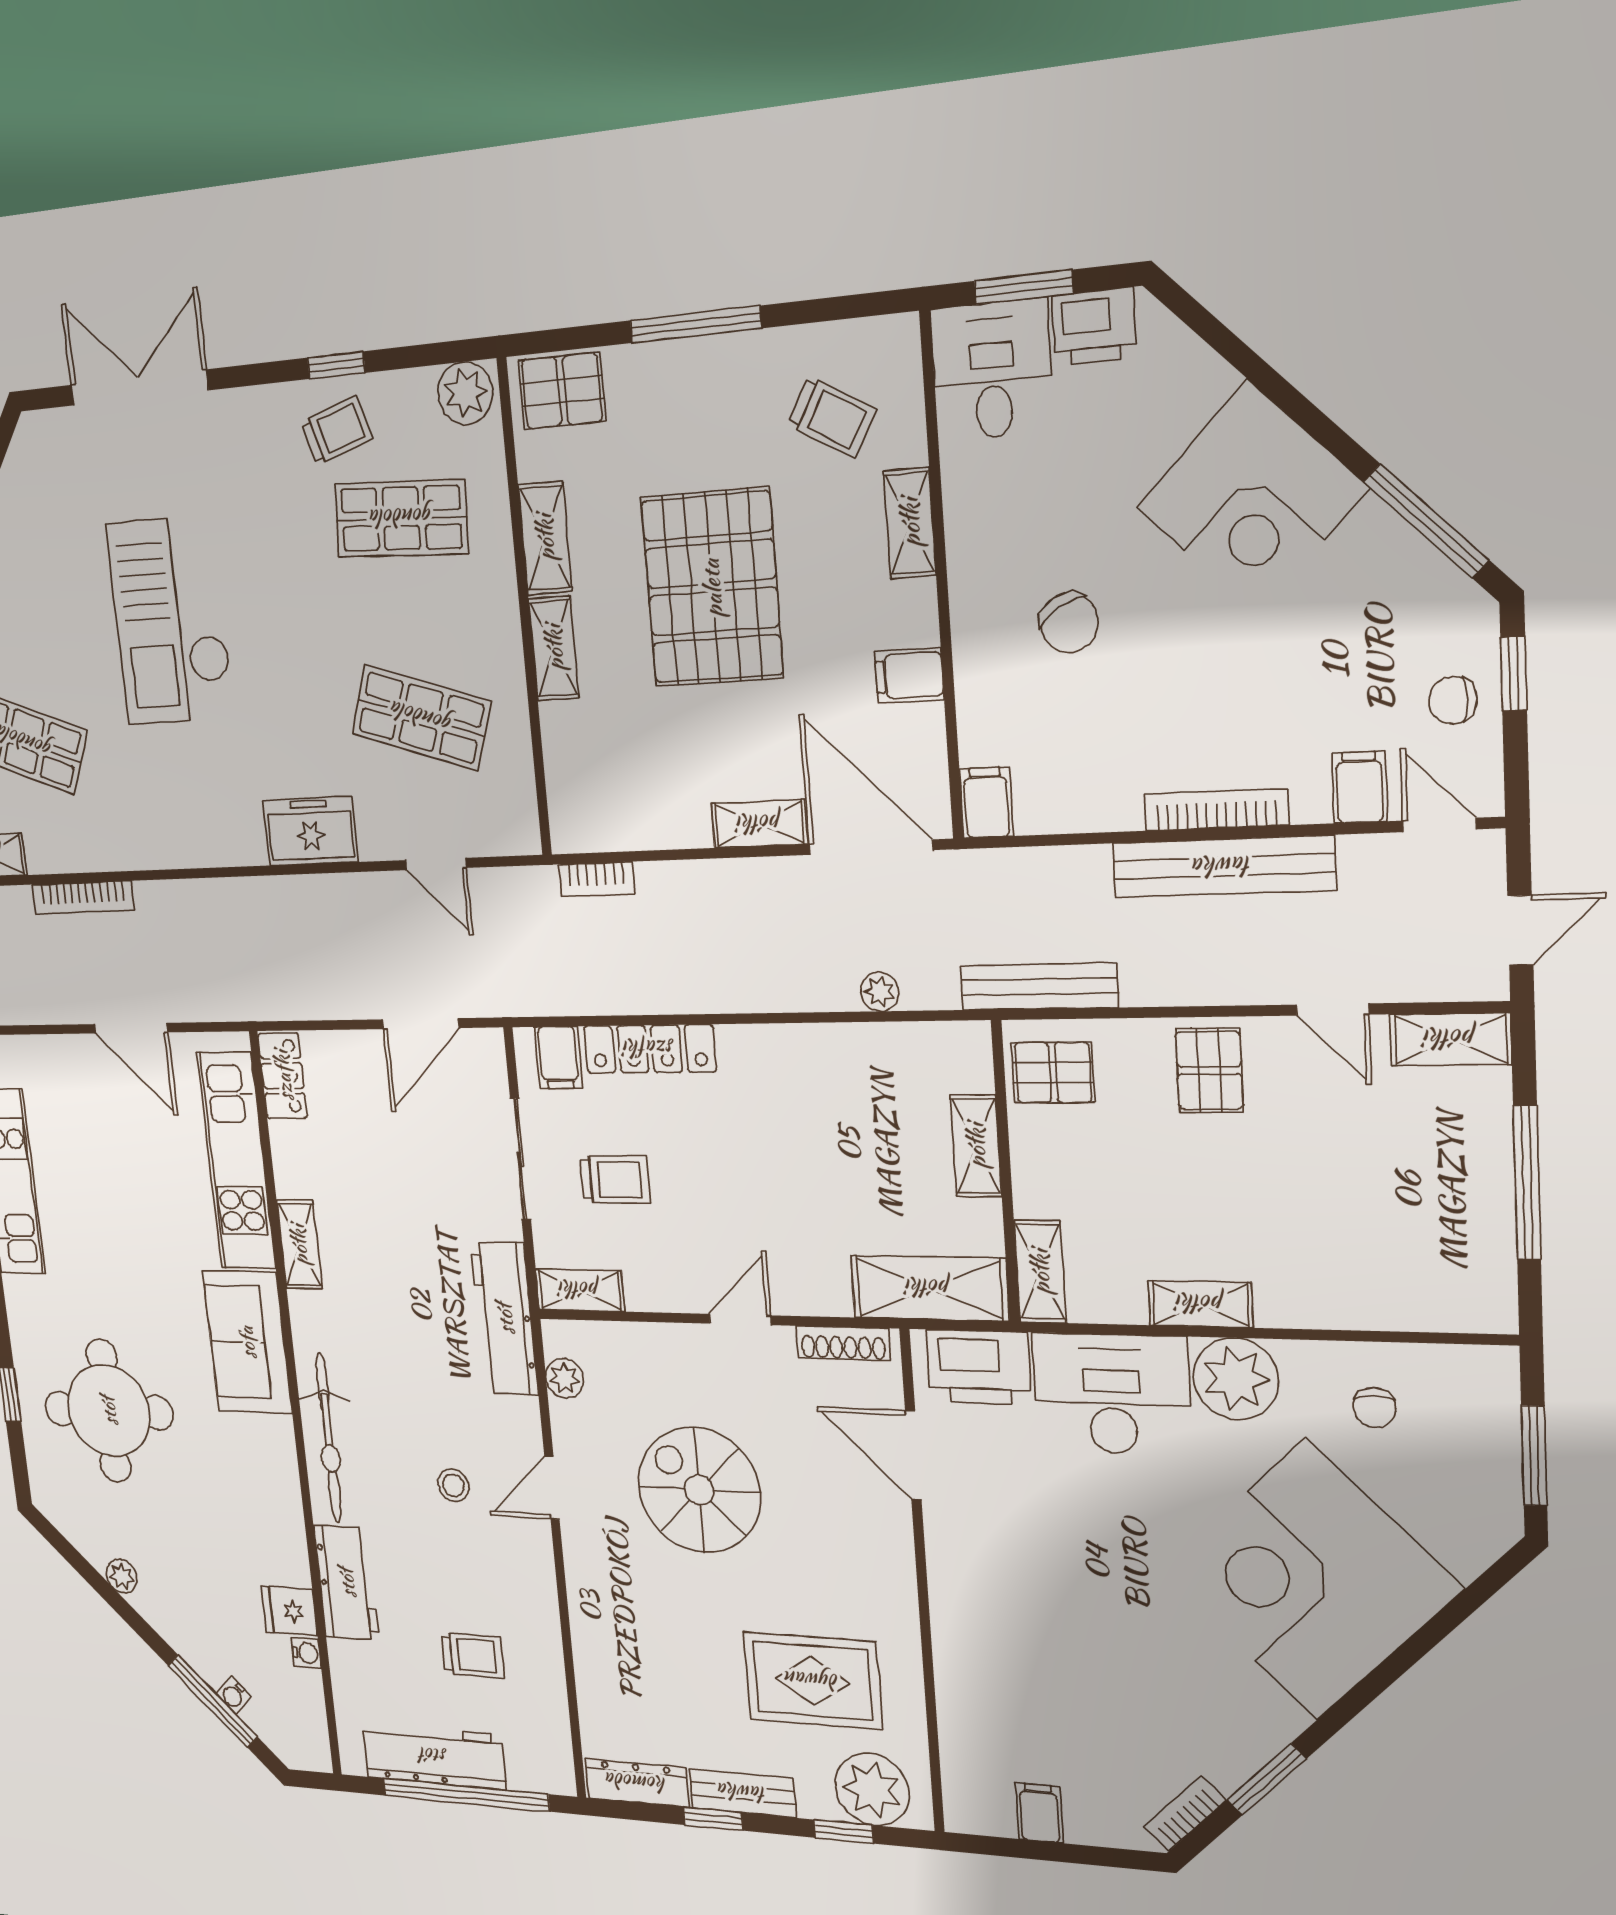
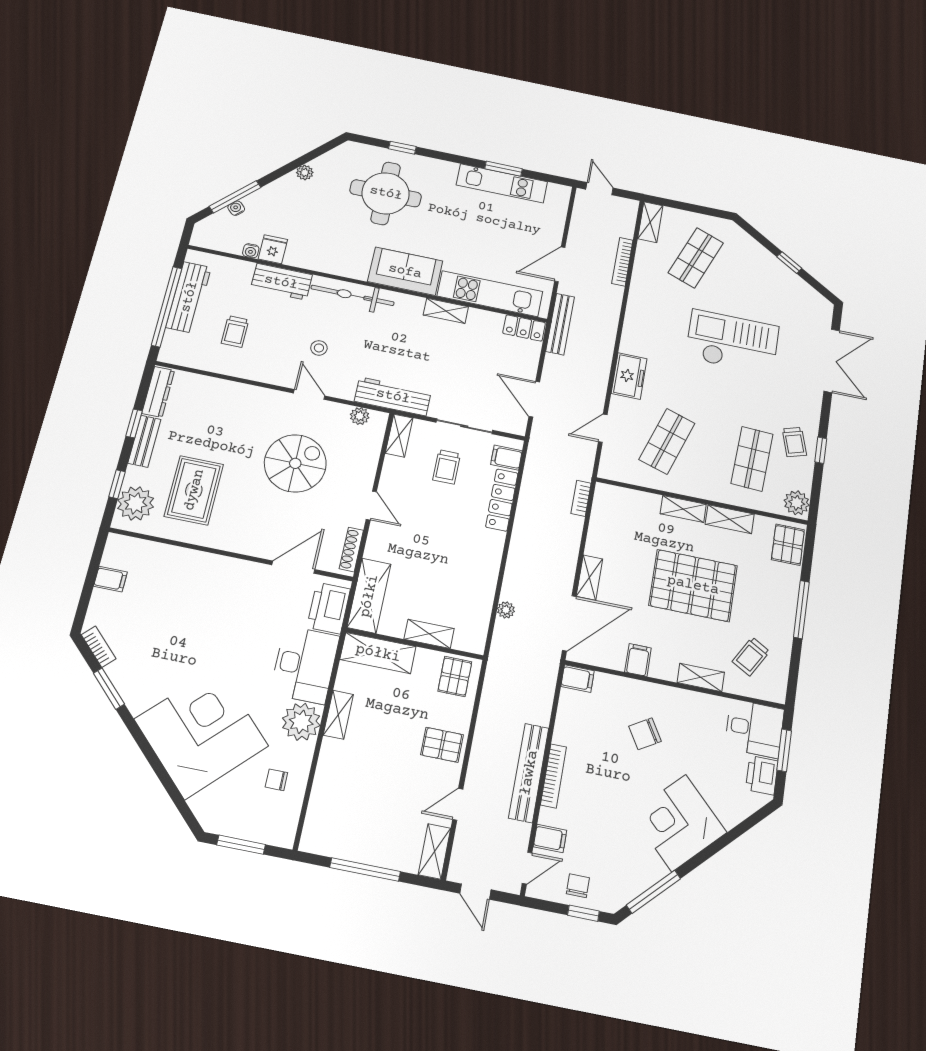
bench: (1039, 987) -> (560, 324), moved
shelving: (1040, 1272) -> (378, 653), width x1.50, depth x1.33

